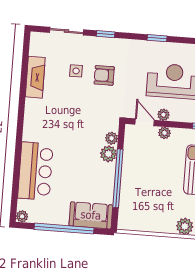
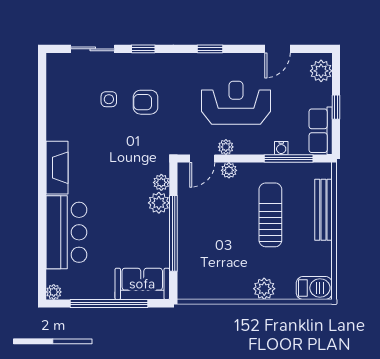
fireplace: (35, 77) -> (57, 168), moved
door: (145, 122) -> (202, 159), swing flipped

